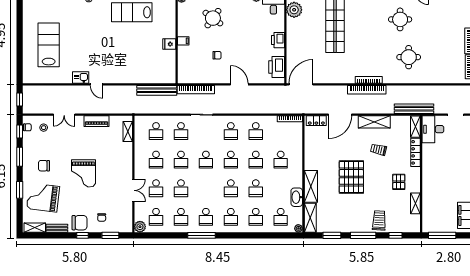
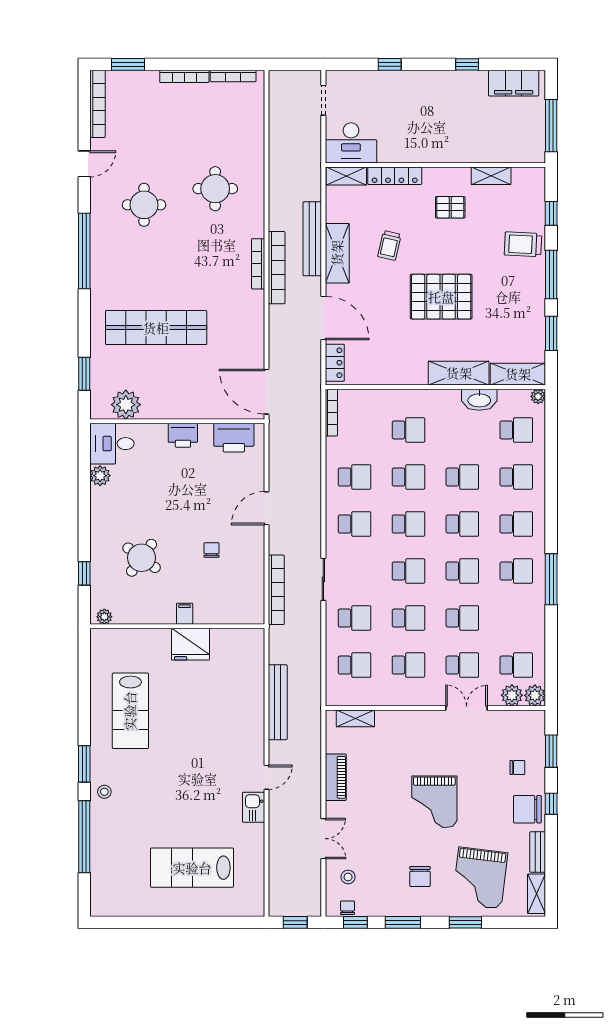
fridge: (169, 44) -> (190, 644), width x1.88, depth x1.34
bench: (157, 90) -> (278, 702), moved
bench: (414, 109) -> (312, 239), moved
grand piano: (83, 173) -> (434, 802), turned 90
plant: (140, 215) -> (512, 695), added
school desk: (181, 217) -> (462, 571), moved
chair: (80, 223) -> (527, 809), turned -90

